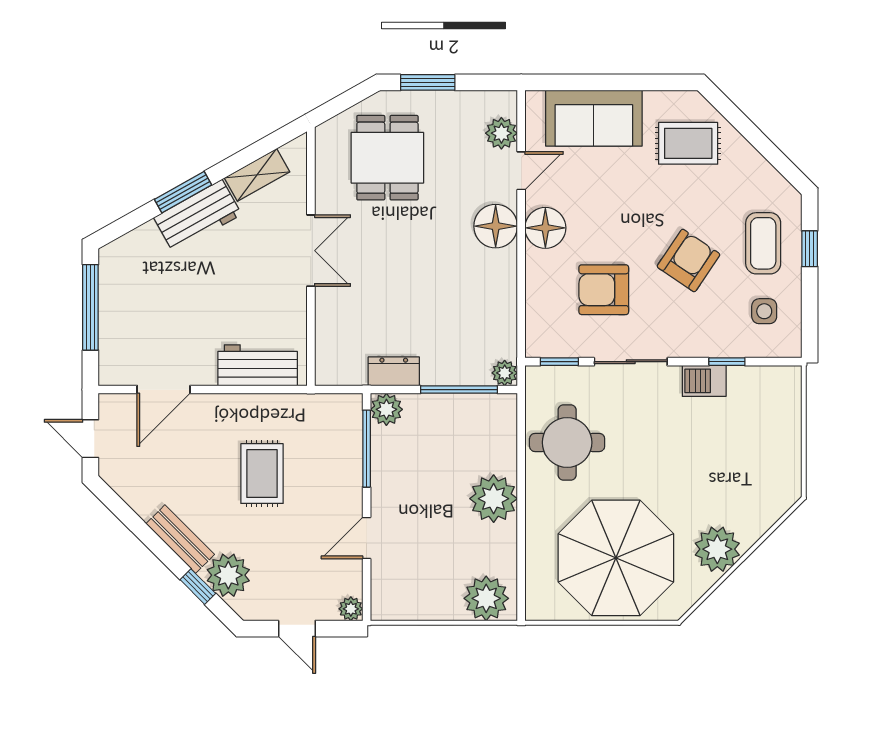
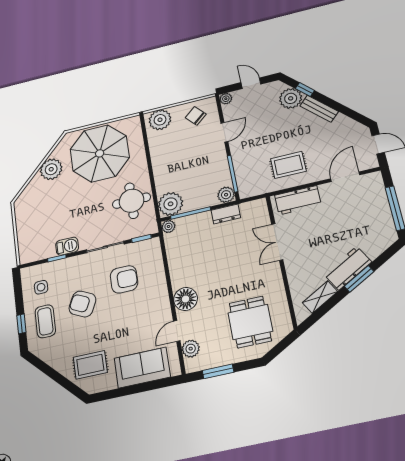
window: (428, 82) -> (218, 371), moved
floor lamp: (545, 228) -> (159, 304), removed
double door: (311, 251) -> (277, 242), moved
armchair: (688, 260) -> (82, 304), turned 82
rug: (262, 474) -> (288, 165), moved, turned 90
plant: (494, 499) -> (171, 204), moved
chair: (415, 588) -> (196, 116), added

